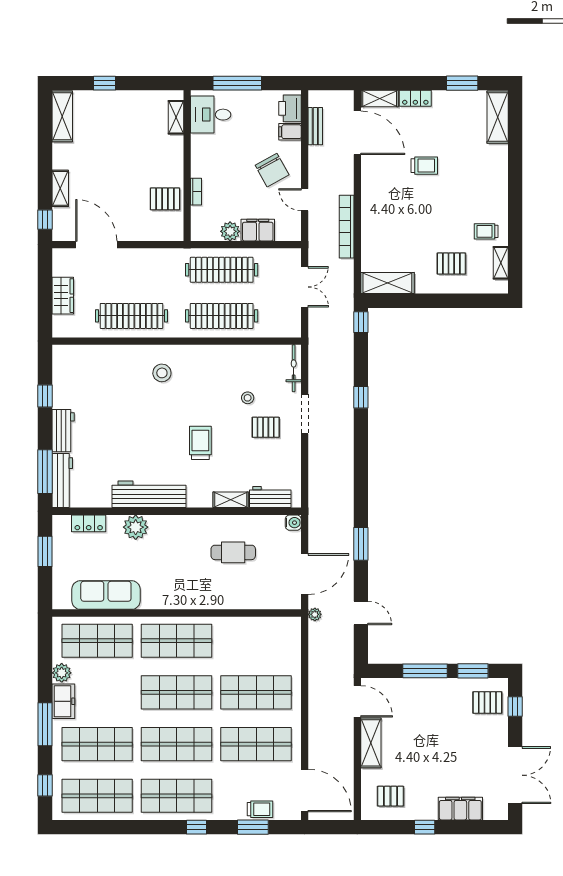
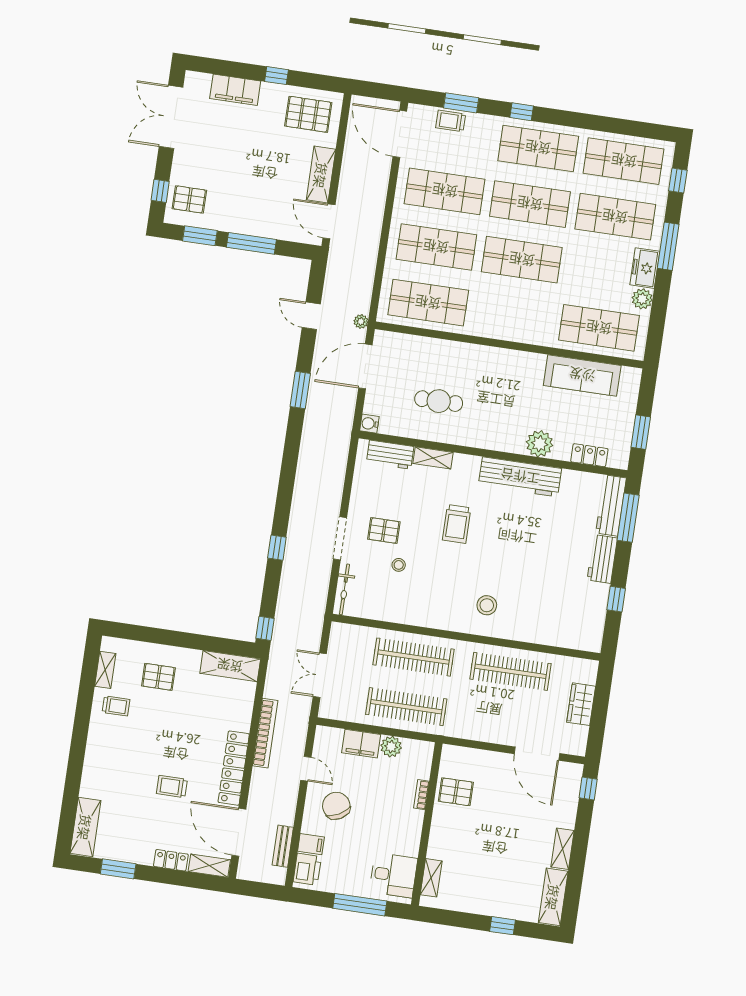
shelving: (60, 188) -> (563, 849), moved
locker: (370, 191) -> (234, 768), added
shop shelf: (177, 641) -> (428, 303), moved
pallet: (391, 796) -> (308, 114), width x1.50, depth x1.42

